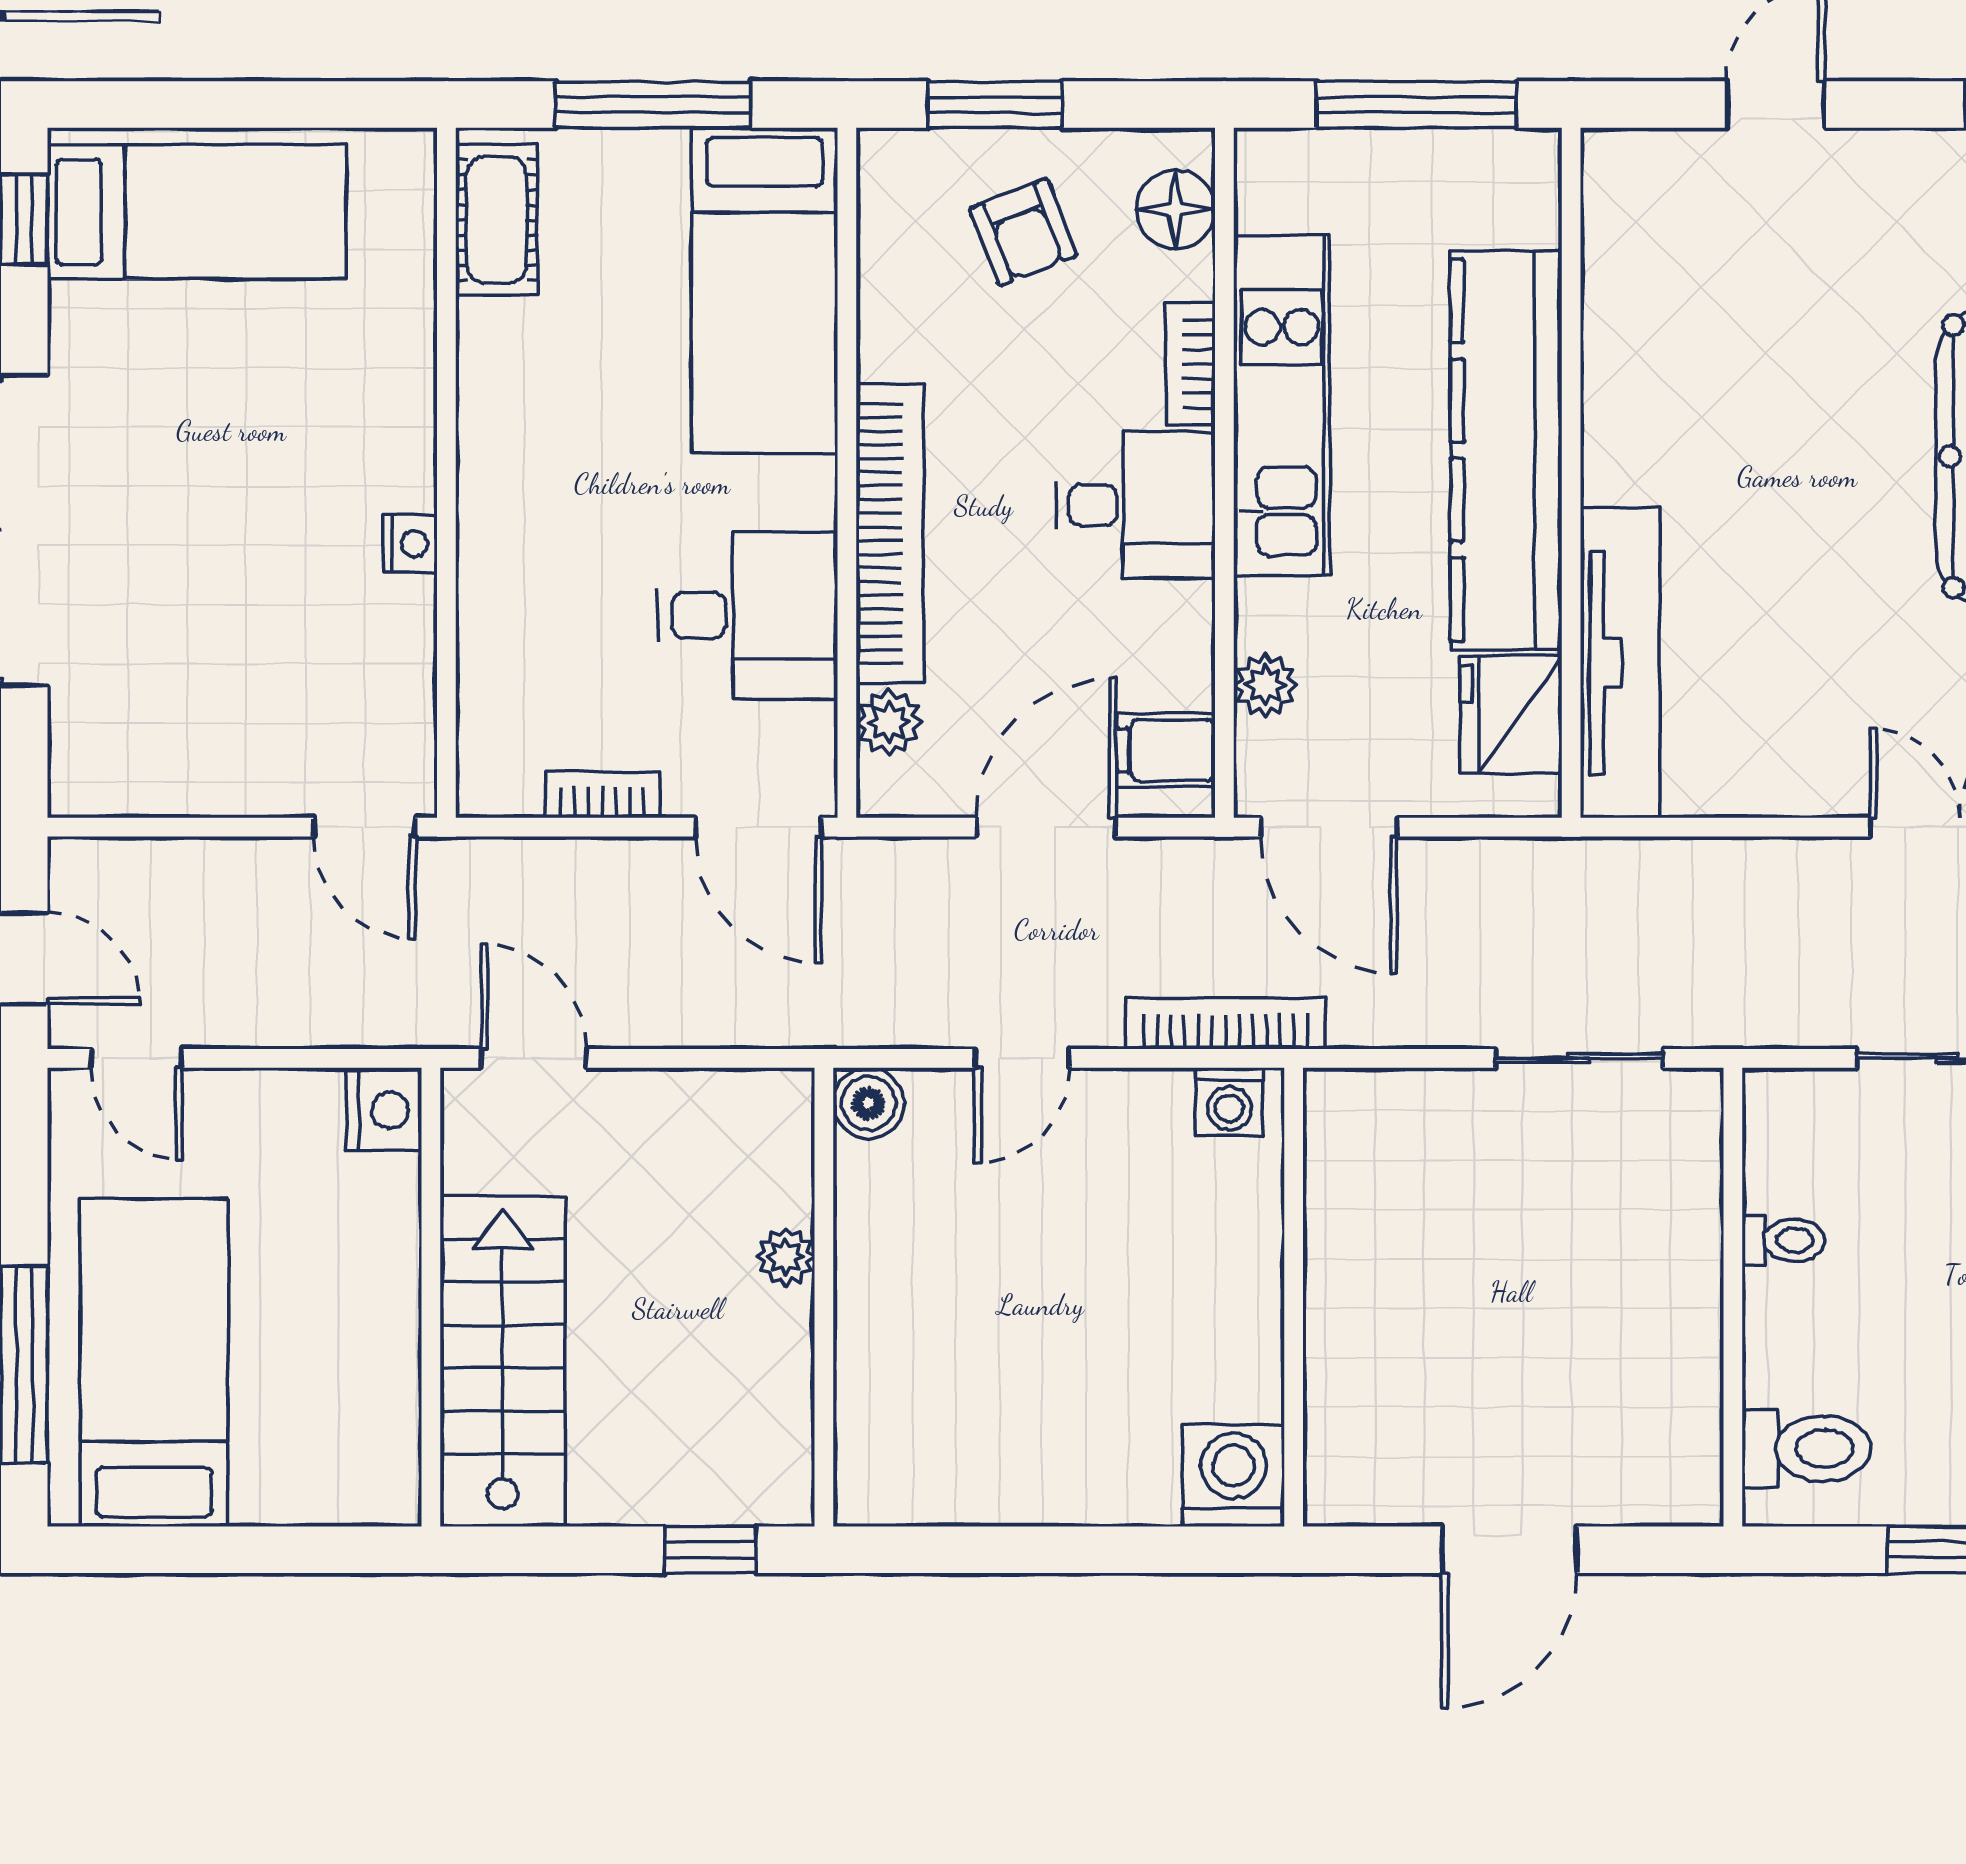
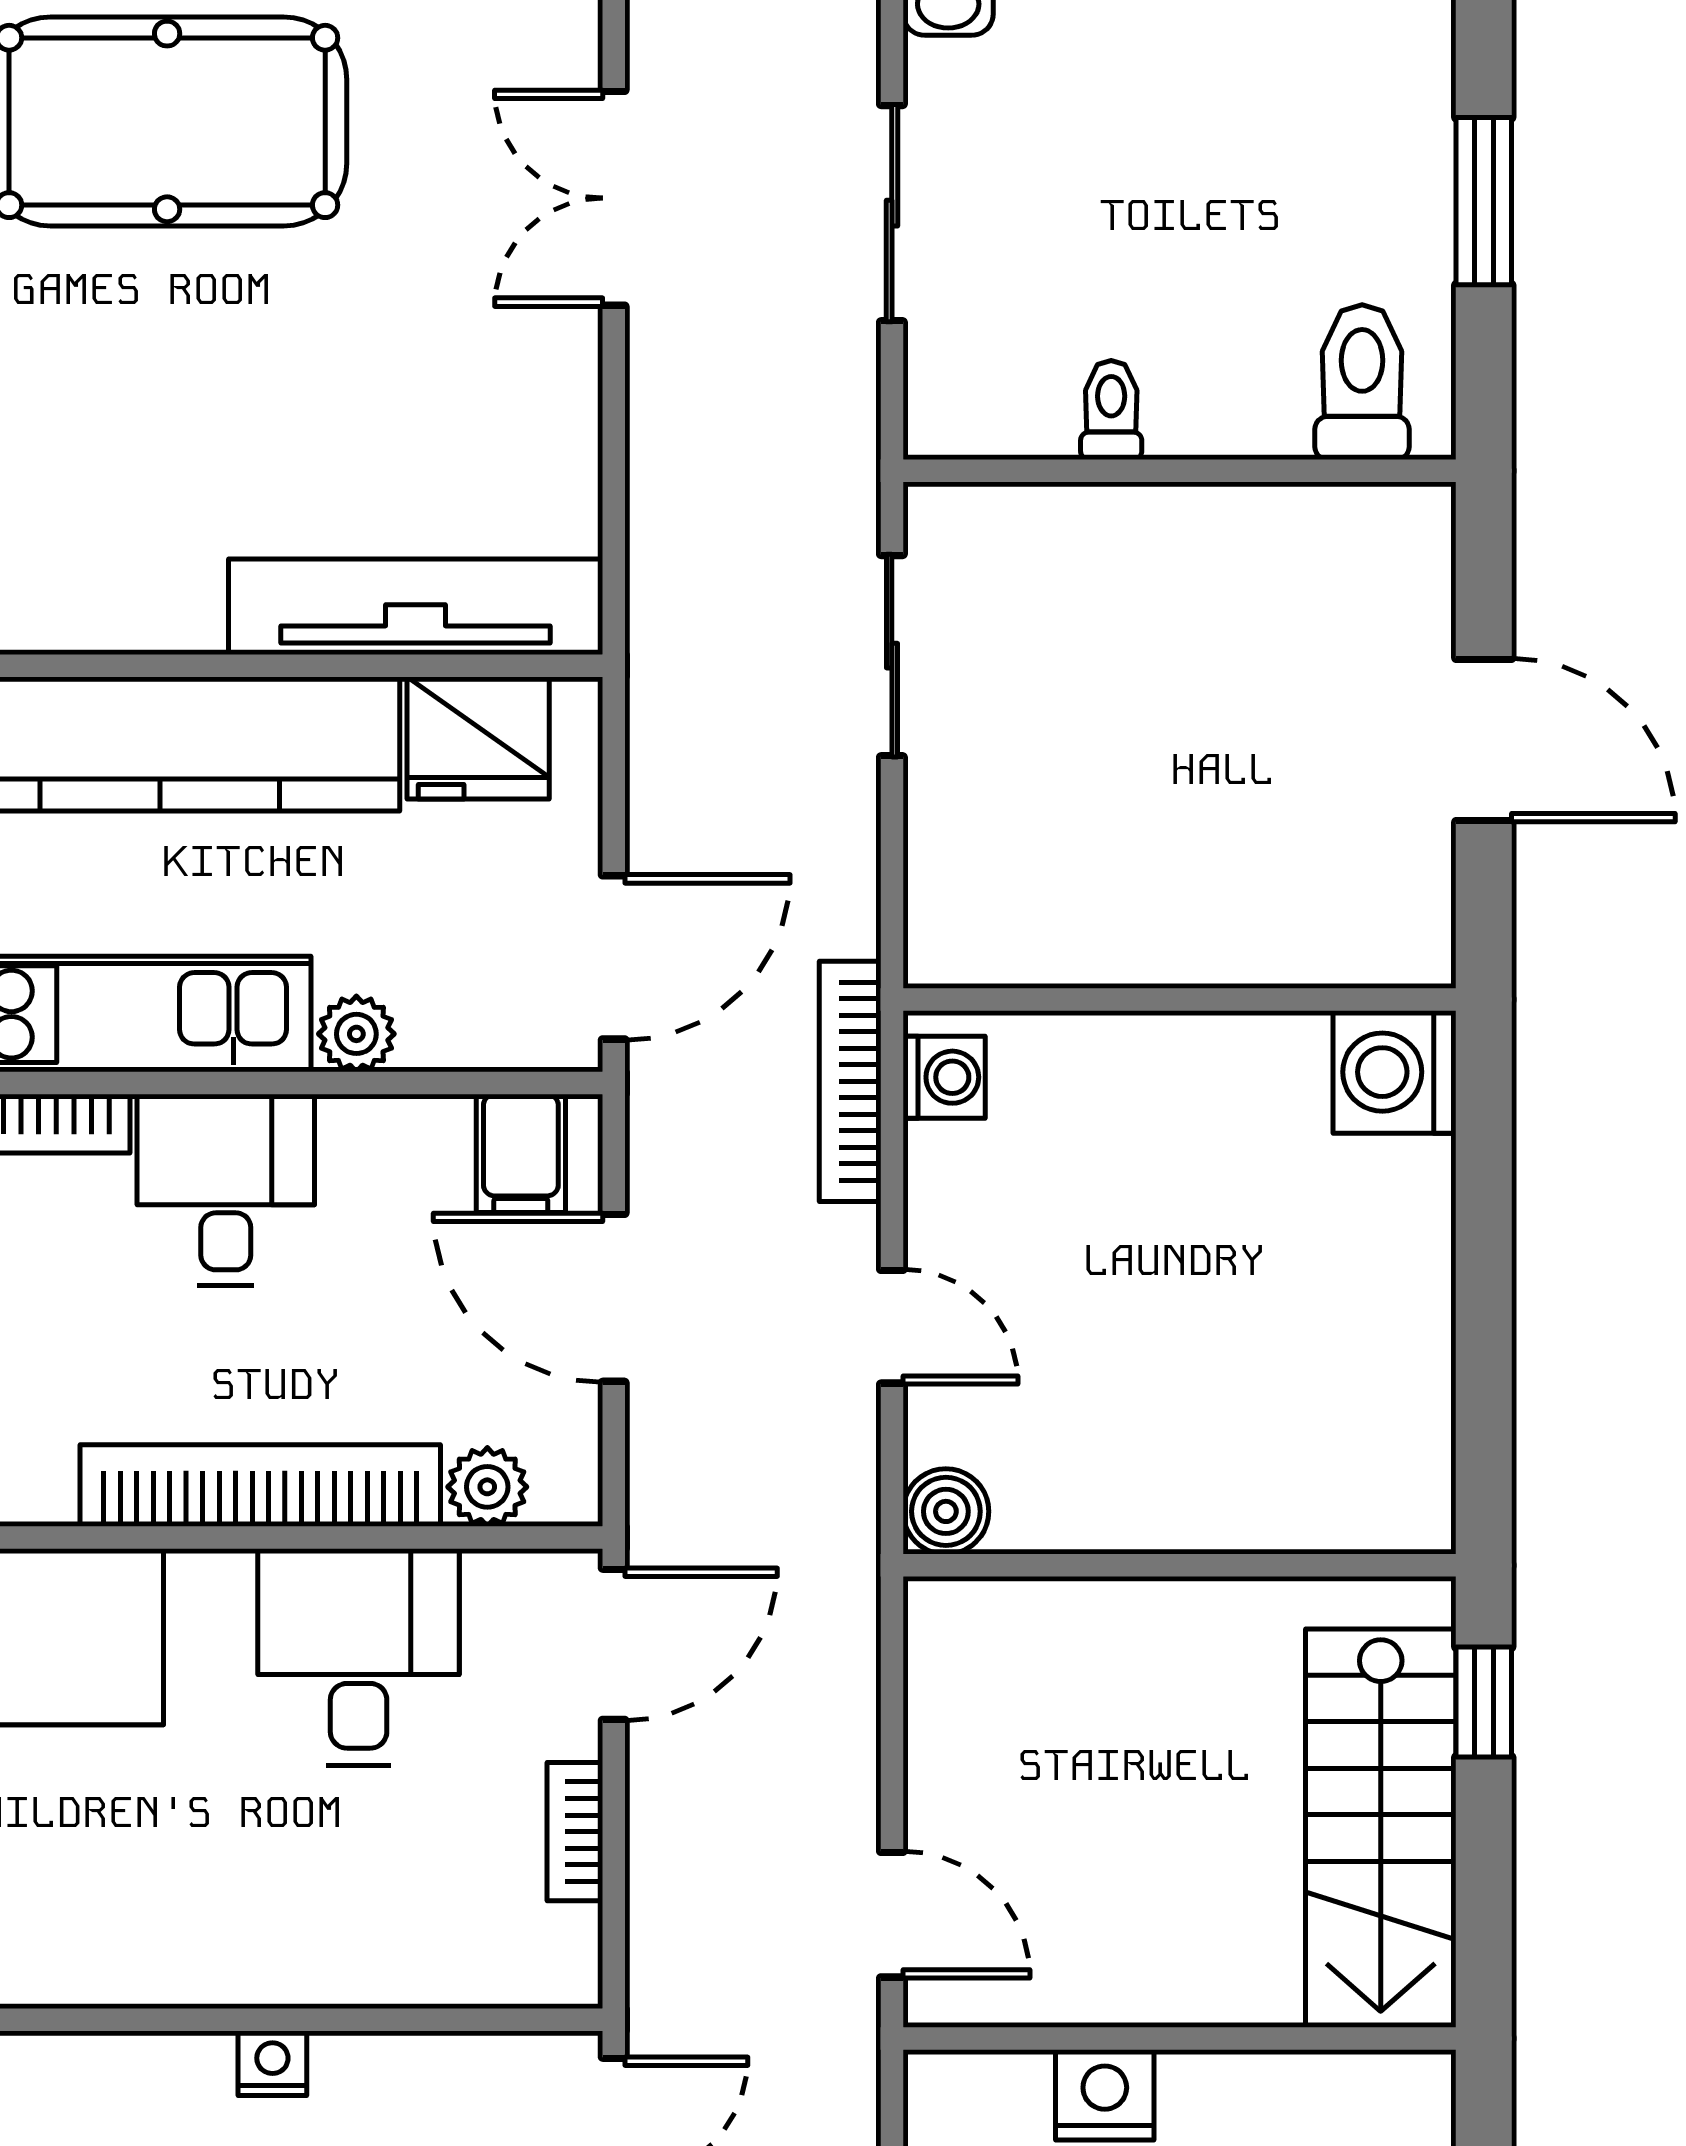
plant: (1265, 685) -> (356, 1034), moved
door: (534, 1058) -> (892, 1915), swing flipped
nightstand: (384, 1110) -> (1105, 2095), moved
plant: (786, 1257) -> (1131, 1611), removed
stairs: (503, 1361) -> (1381, 1828), moved, turned -90

